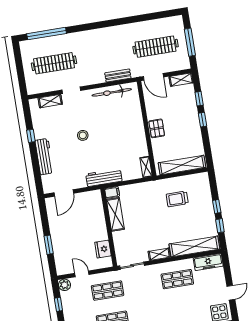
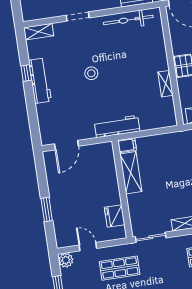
shelving: (50, 101) -> (39, 32), moved
workbench: (44, 157) -> (40, 81), moved
shelving: (146, 167) -> (166, 84), moved

